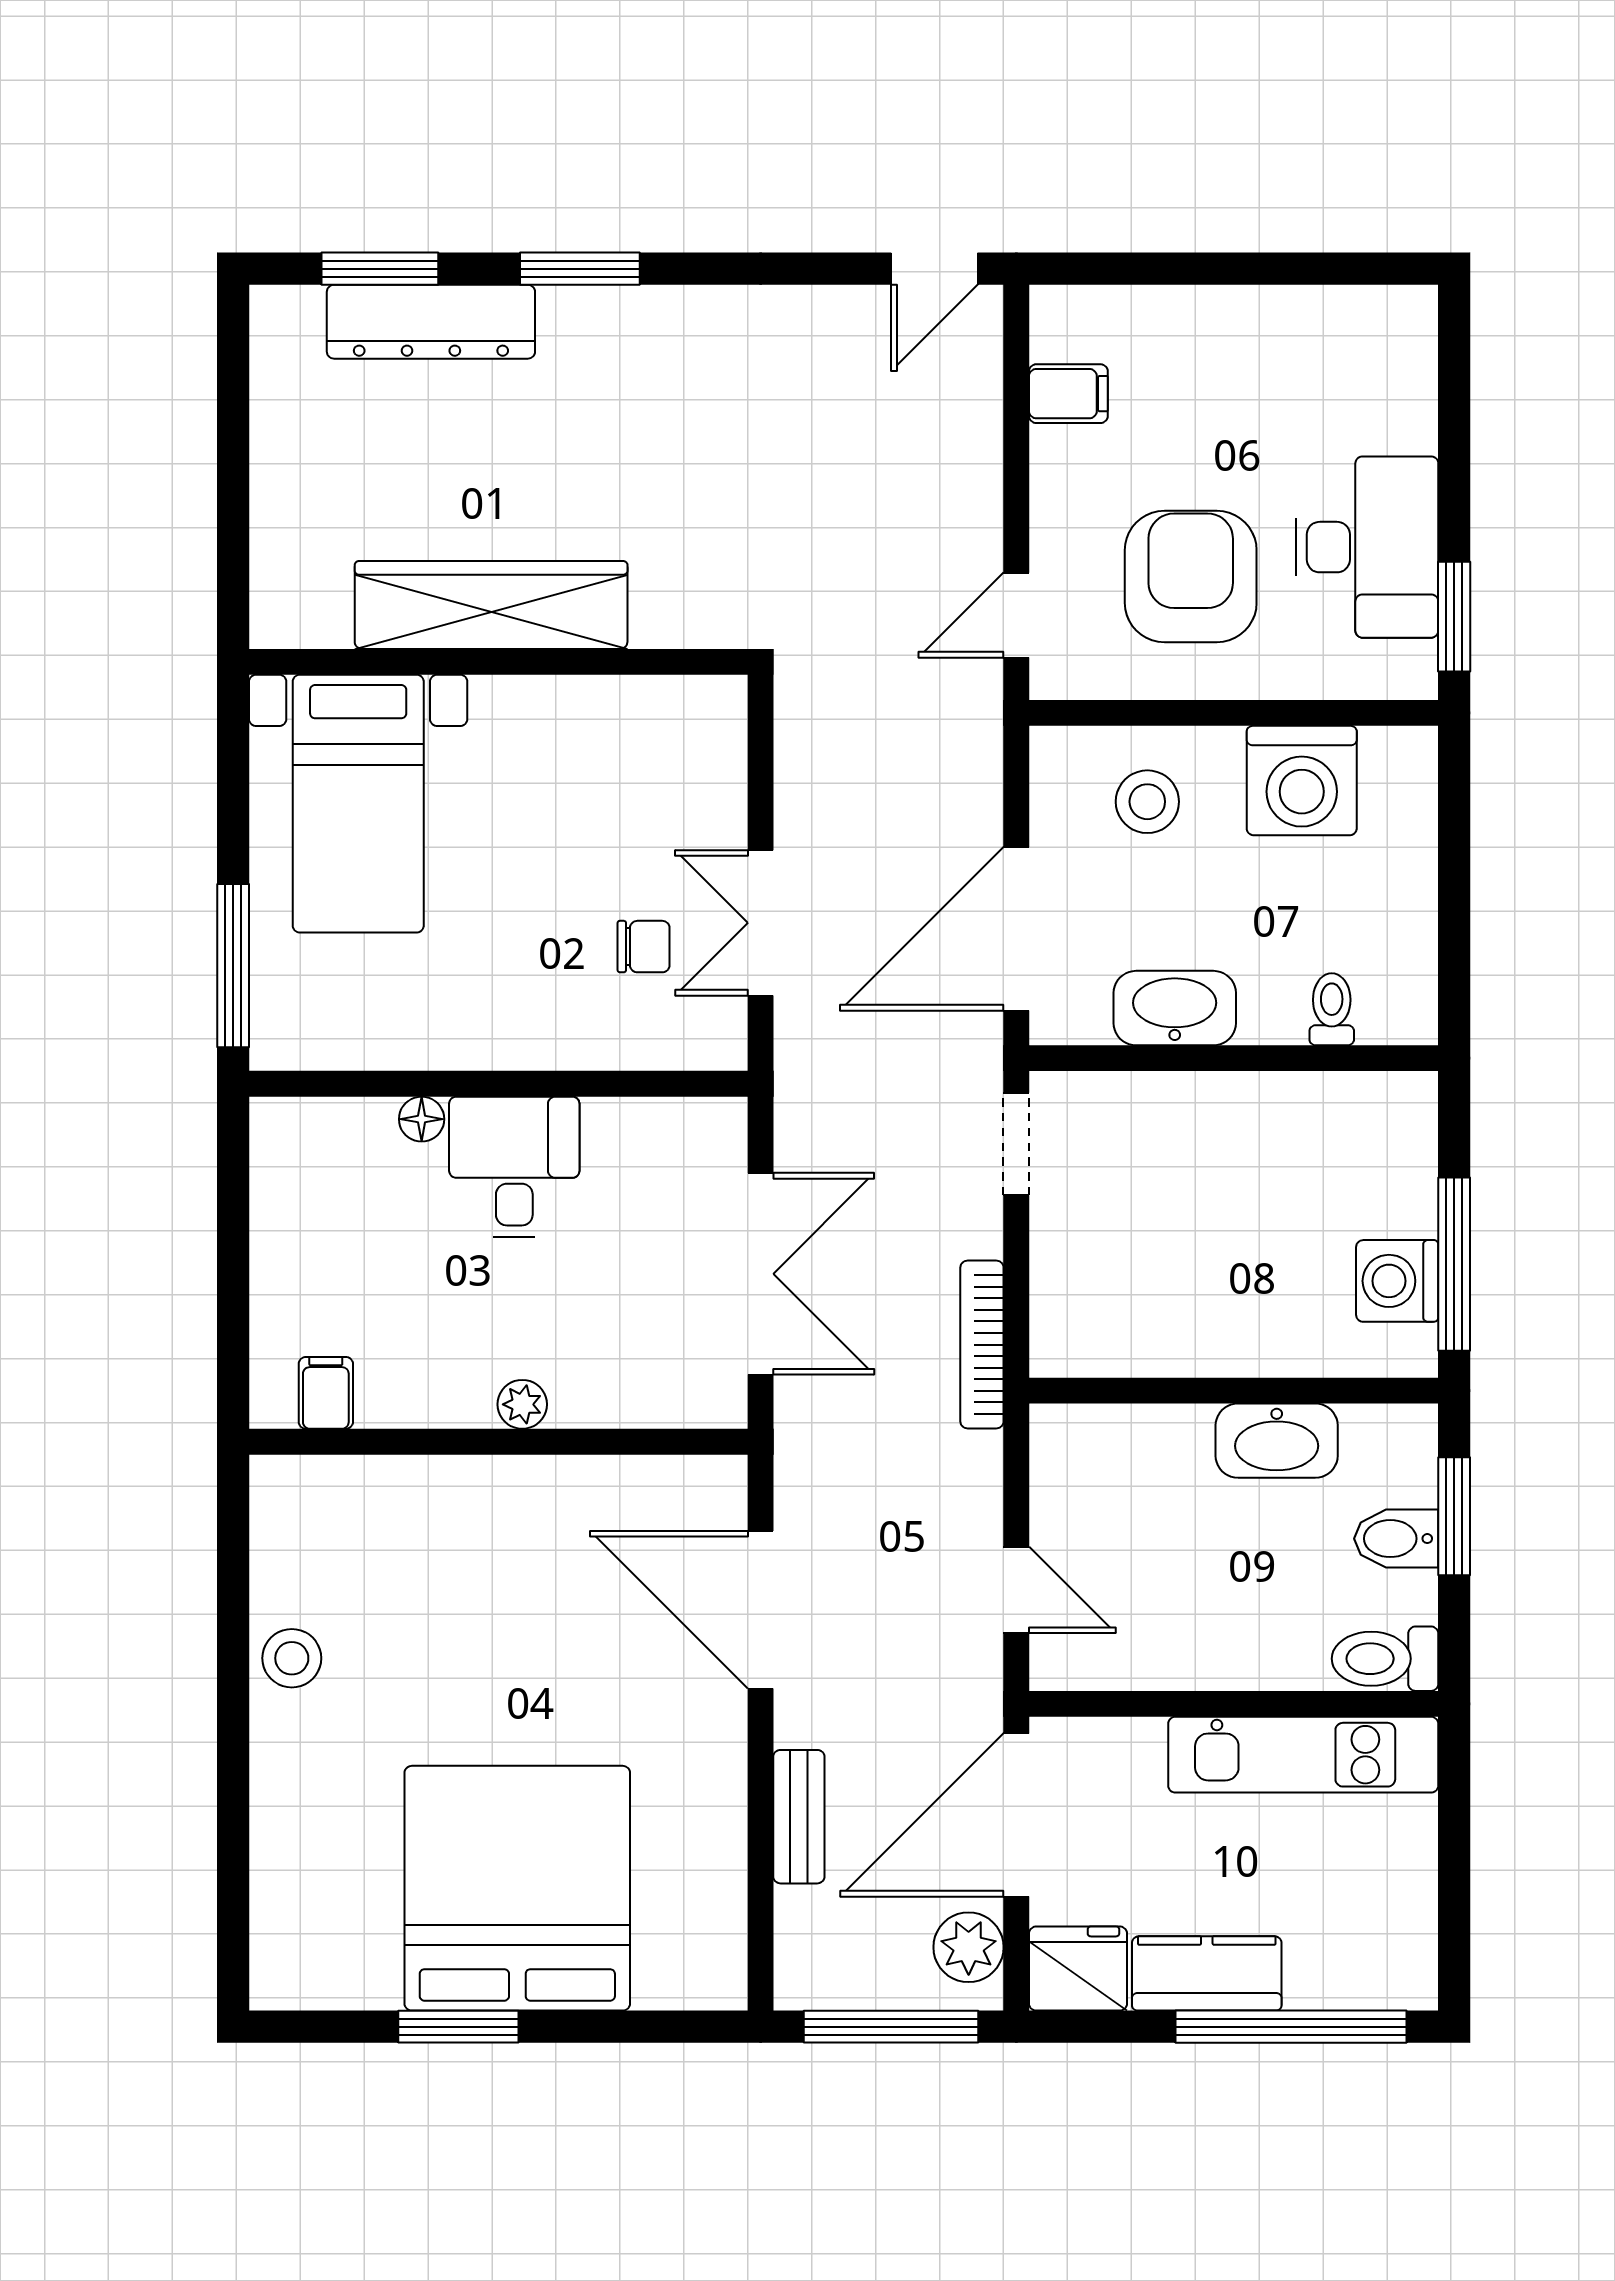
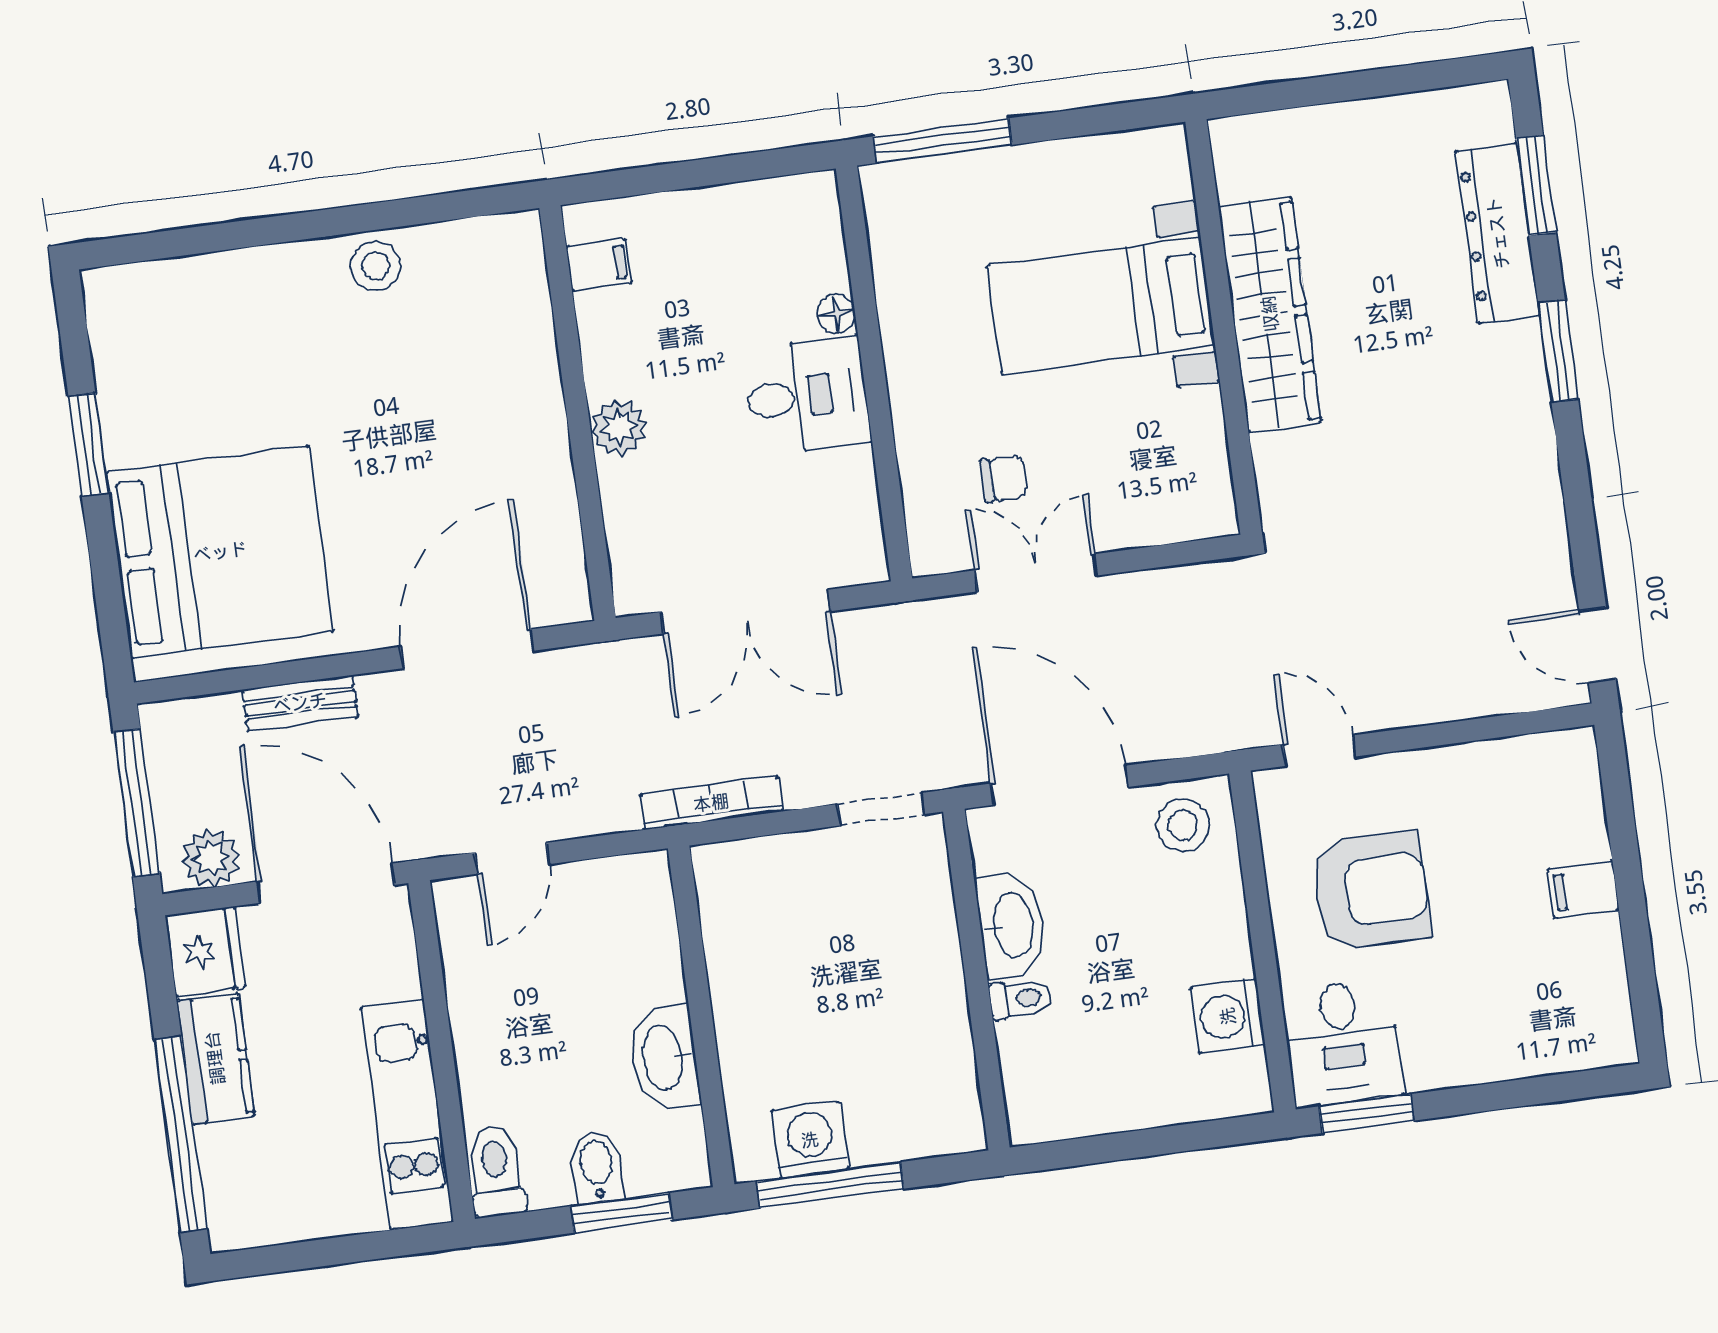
filing cabinet: (1068, 394) -> (1583, 889), moved, turned 90
desk: (1367, 547) -> (1342, 1043), moved, width x0.73
washing machine: (1302, 781) -> (1228, 1016), width x0.73, depth x0.73
stool: (1147, 802) -> (1183, 825), moved
bed with nightstands: (358, 804) -> (1101, 306), moved
chair: (644, 947) -> (1004, 479), turned -90
toilet: (1332, 1009) -> (1020, 999), moved
plant: (522, 1404) -> (619, 428), width x1.38, depth x1.38
bed: (517, 1888) -> (220, 552), moved

